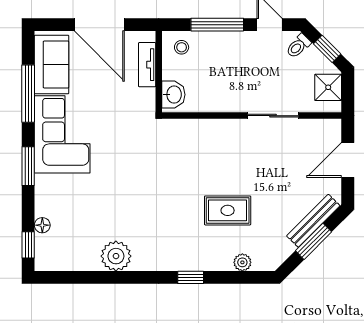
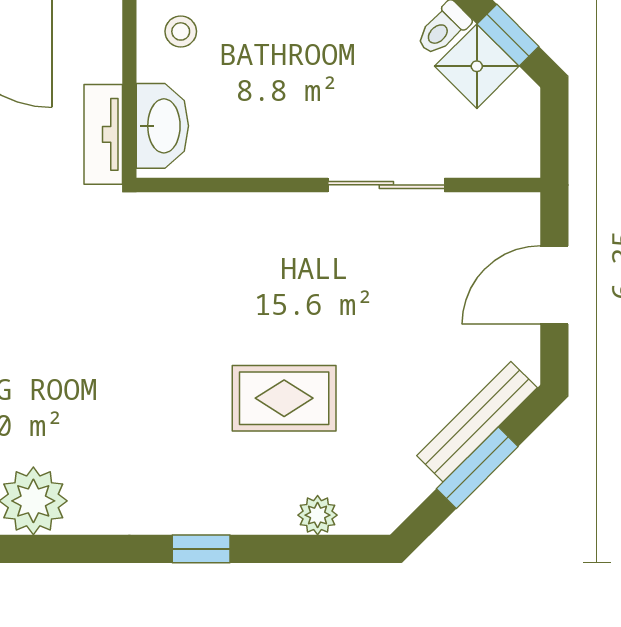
tv unit: (147, 65) -> (103, 134), moved
shower: (328, 87) -> (477, 66), moved, turned 45
washbasin: (173, 95) -> (162, 126), width x1.38

